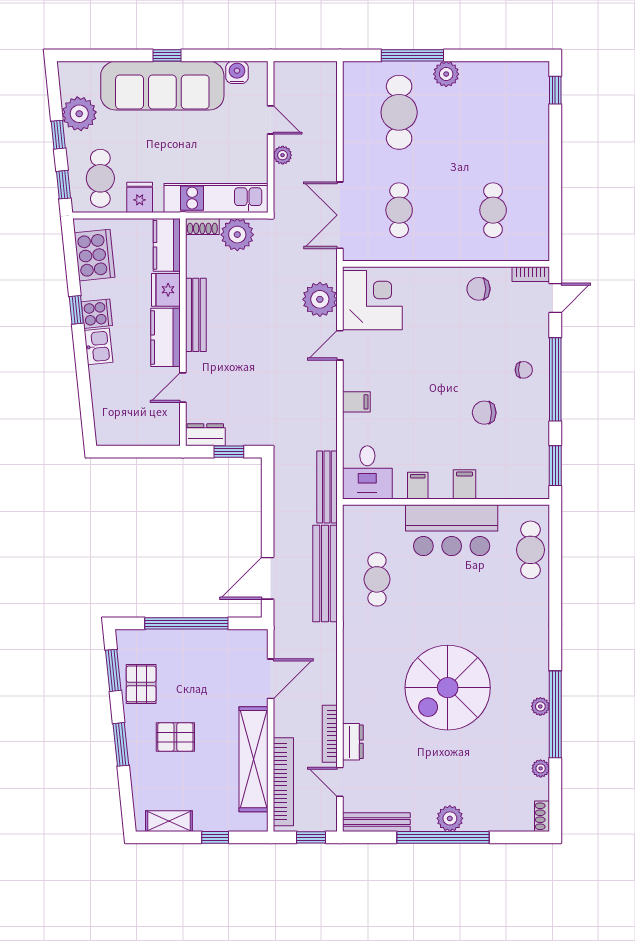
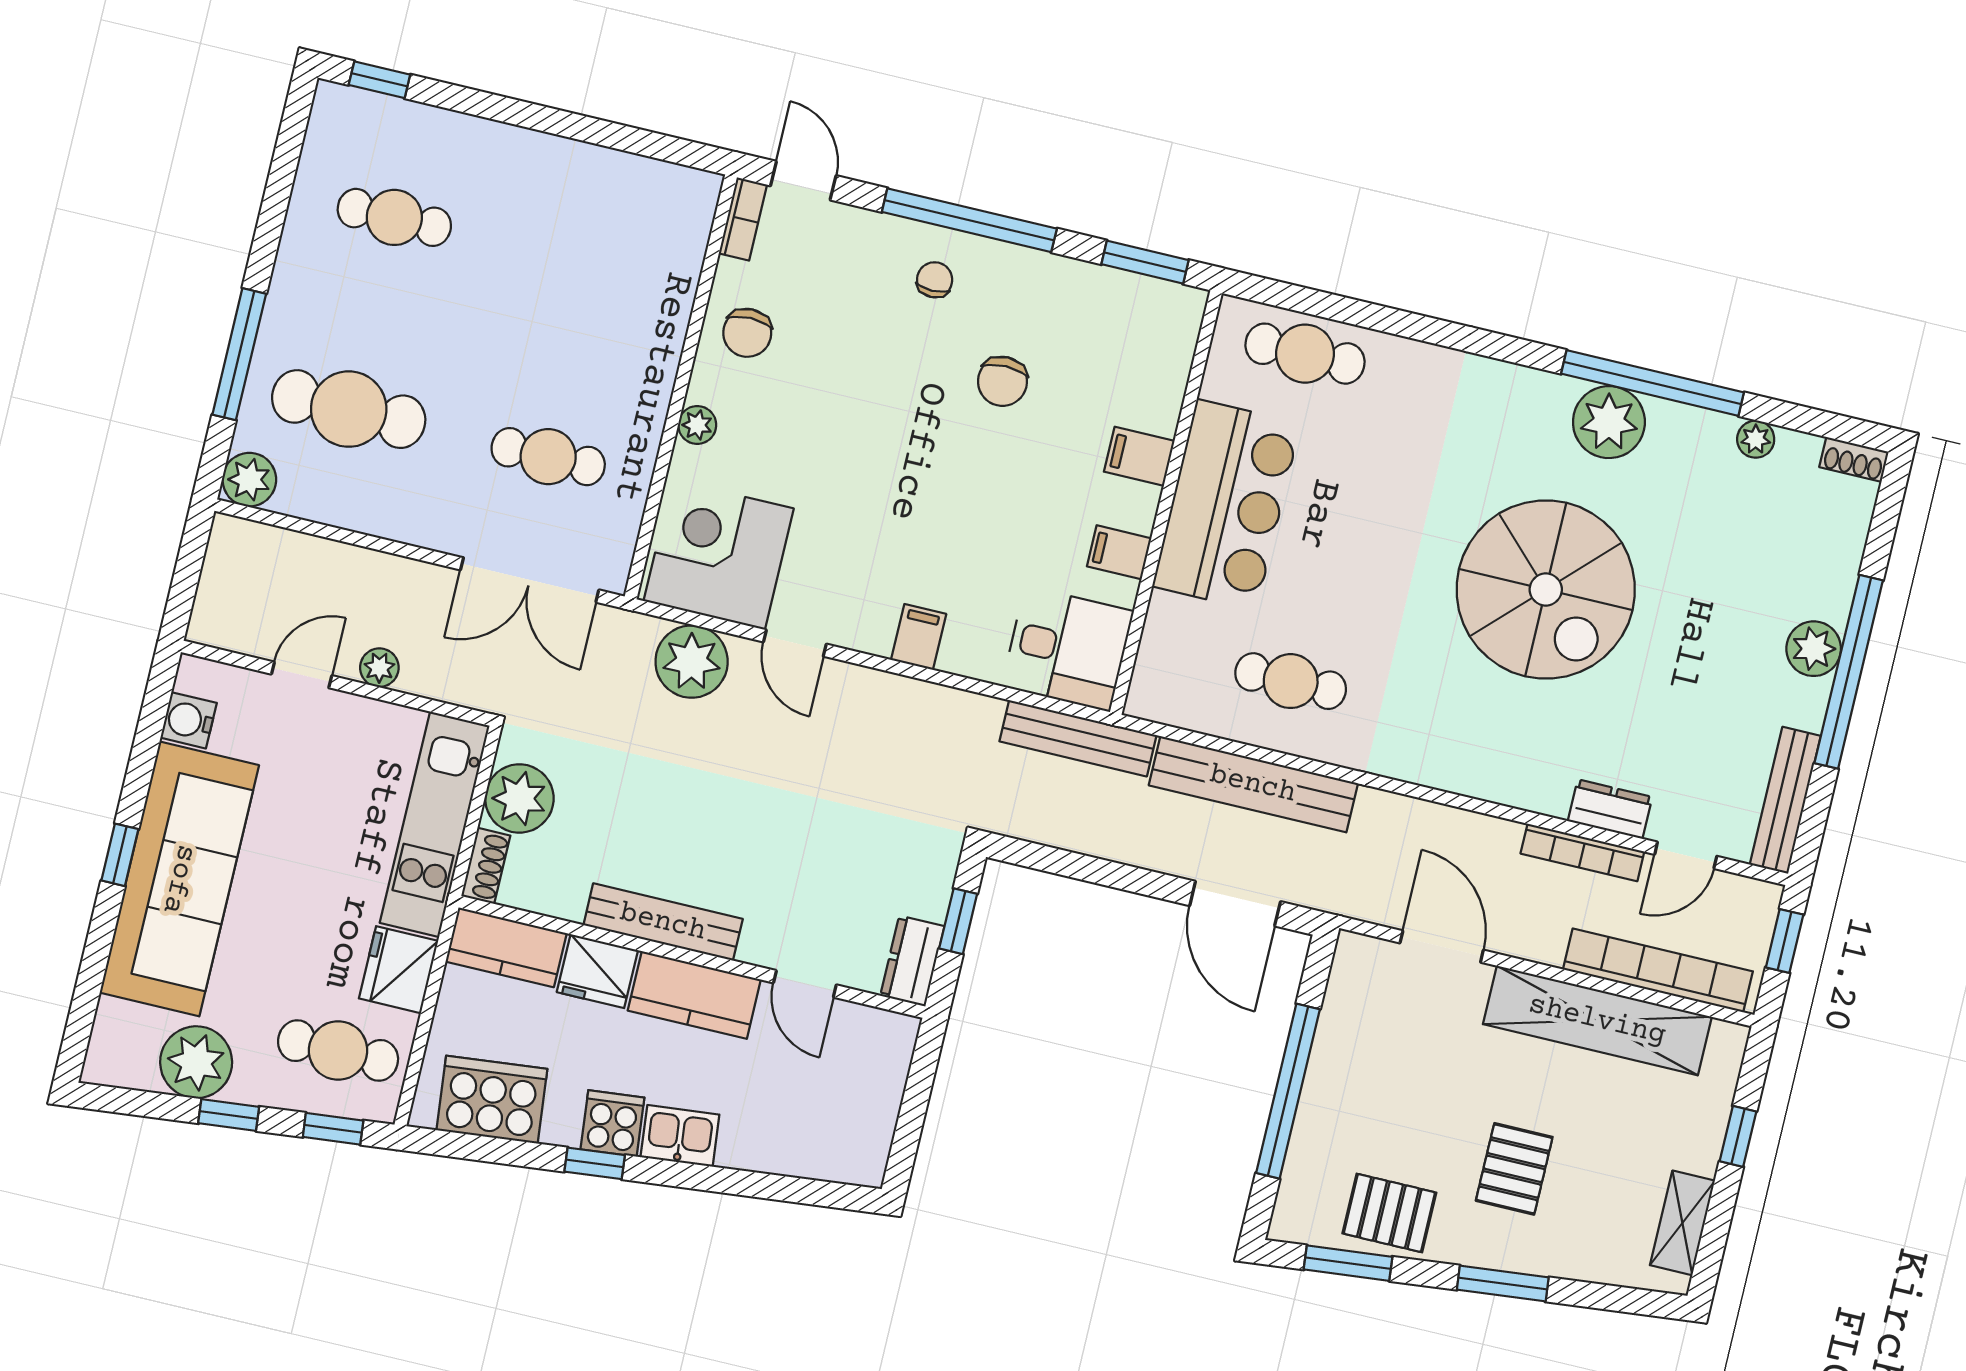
plant: (446, 74) -> (249, 480), moved
fridge: (140, 197) -> (399, 970), width x1.38
cafe table: (493, 210) -> (394, 217), moved
plant: (430, 276) -> (697, 425), added
plant: (540, 706) -> (1609, 422), width x1.87, depth x1.87

